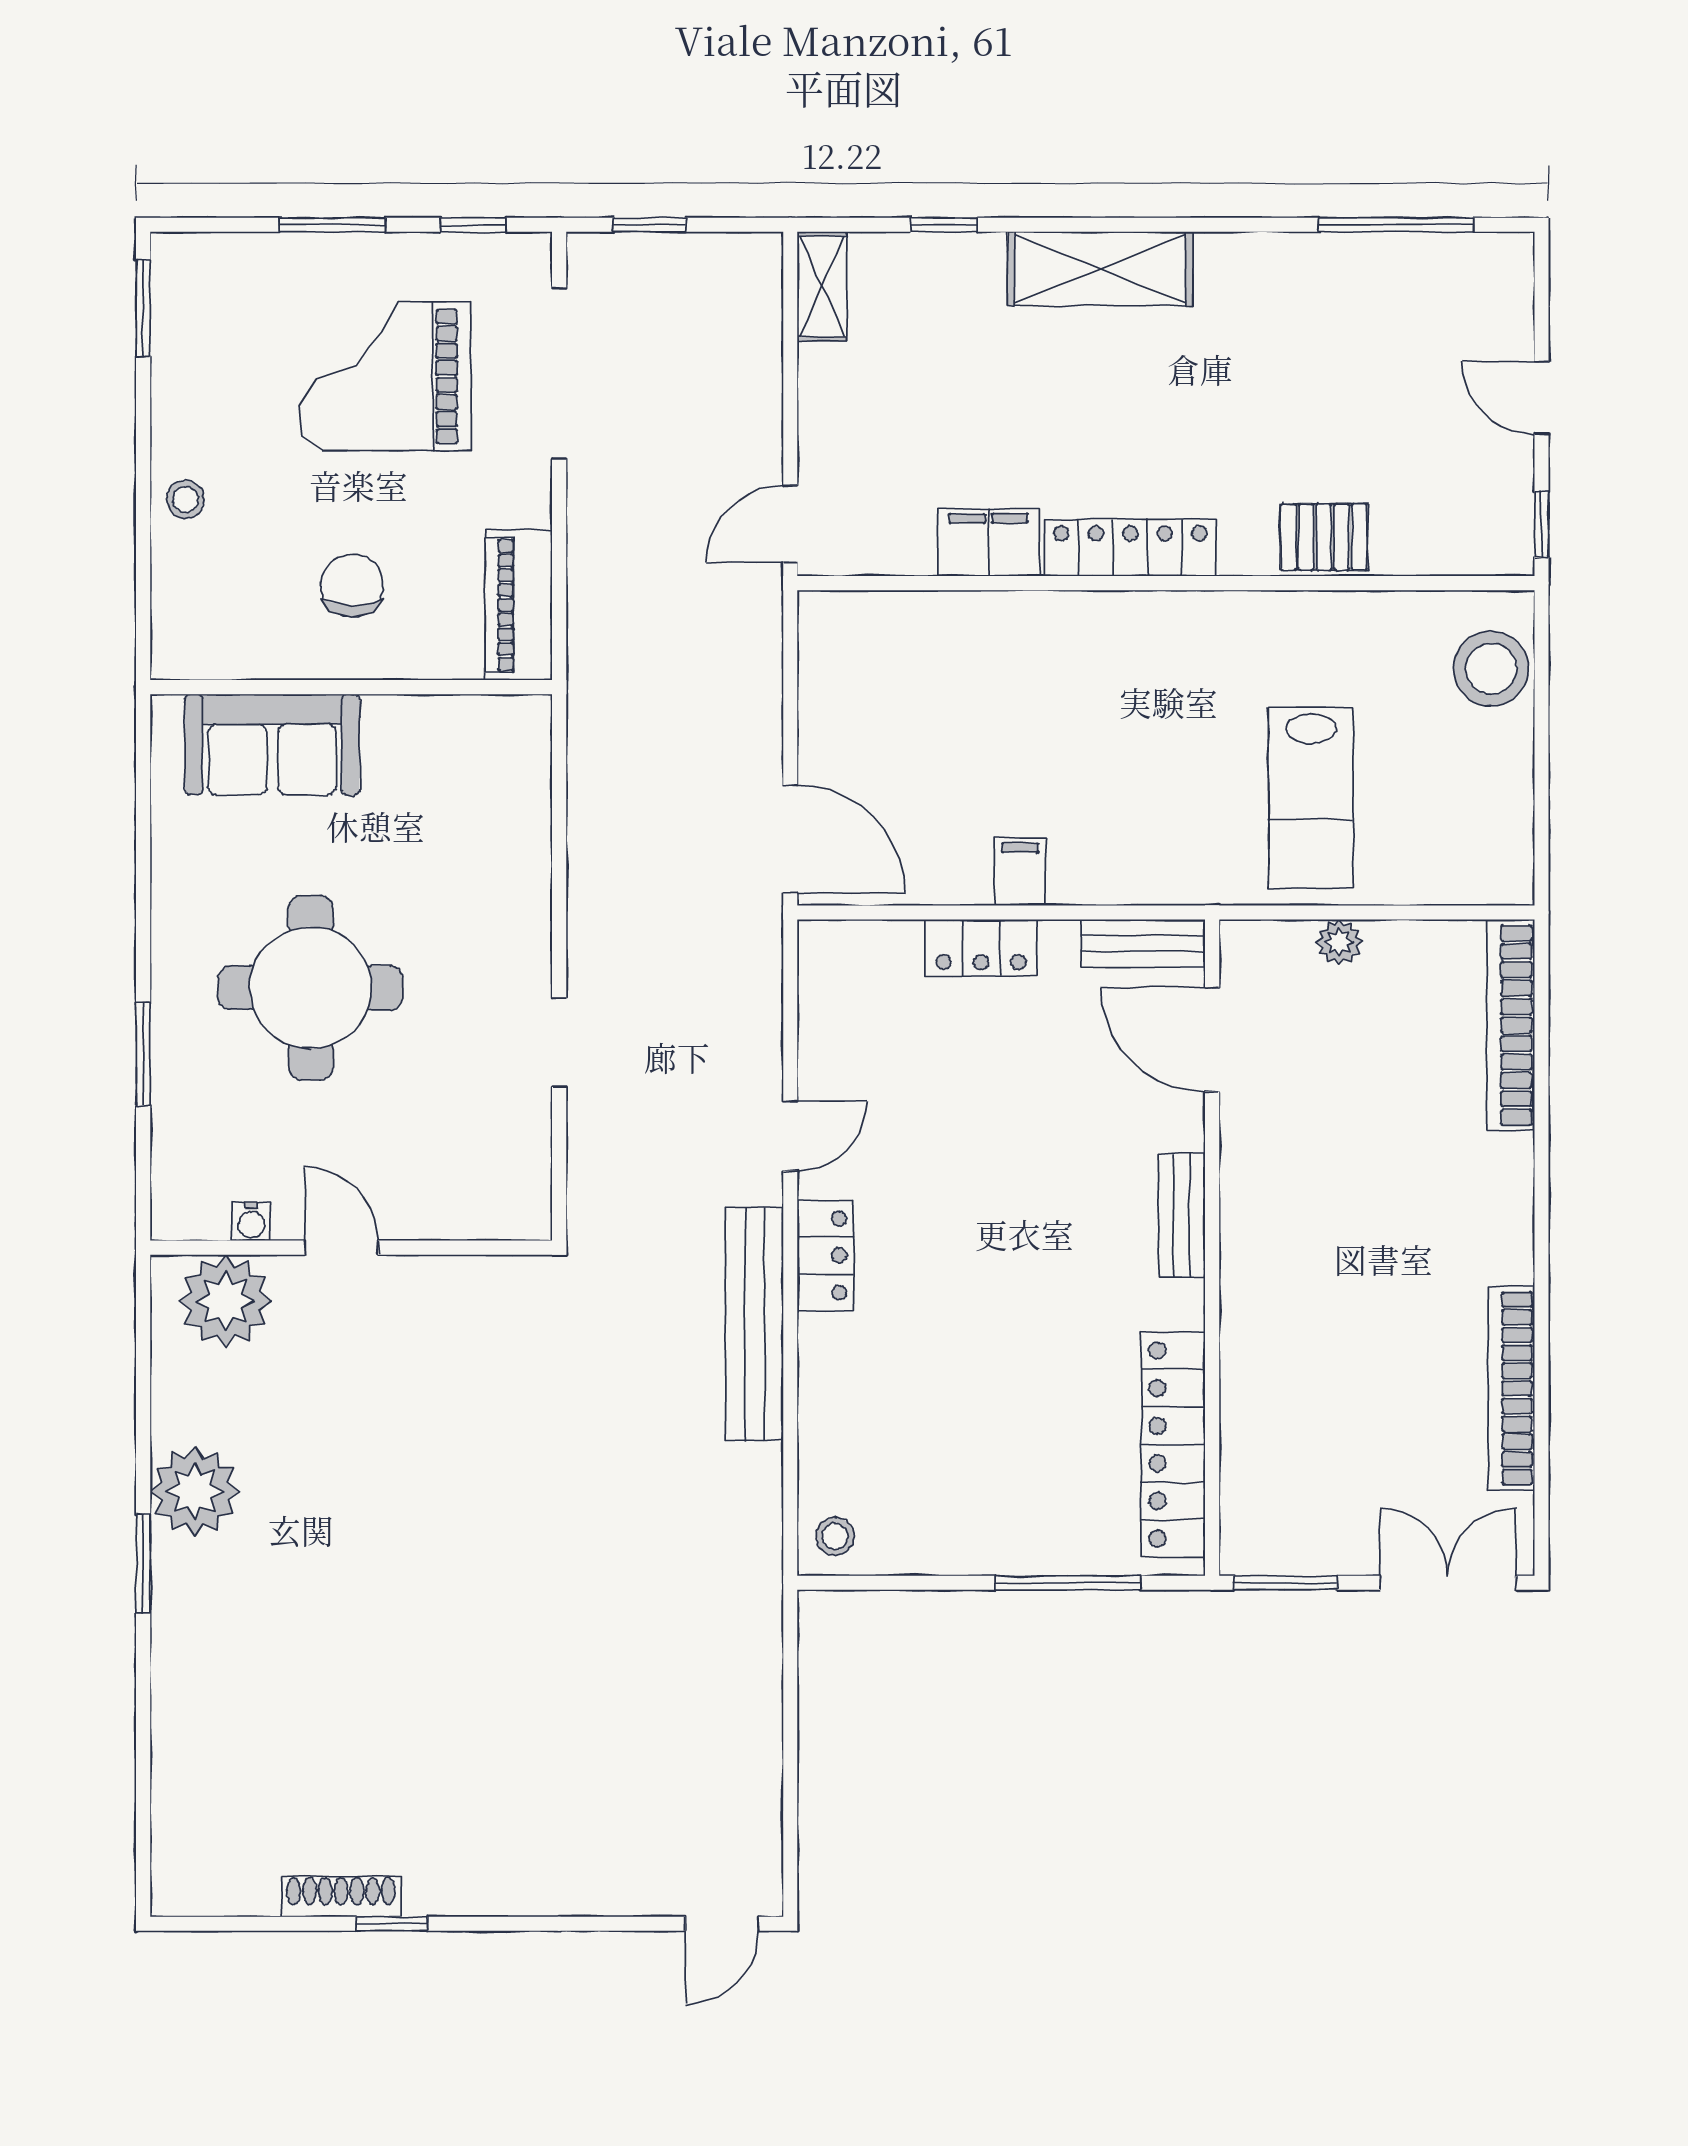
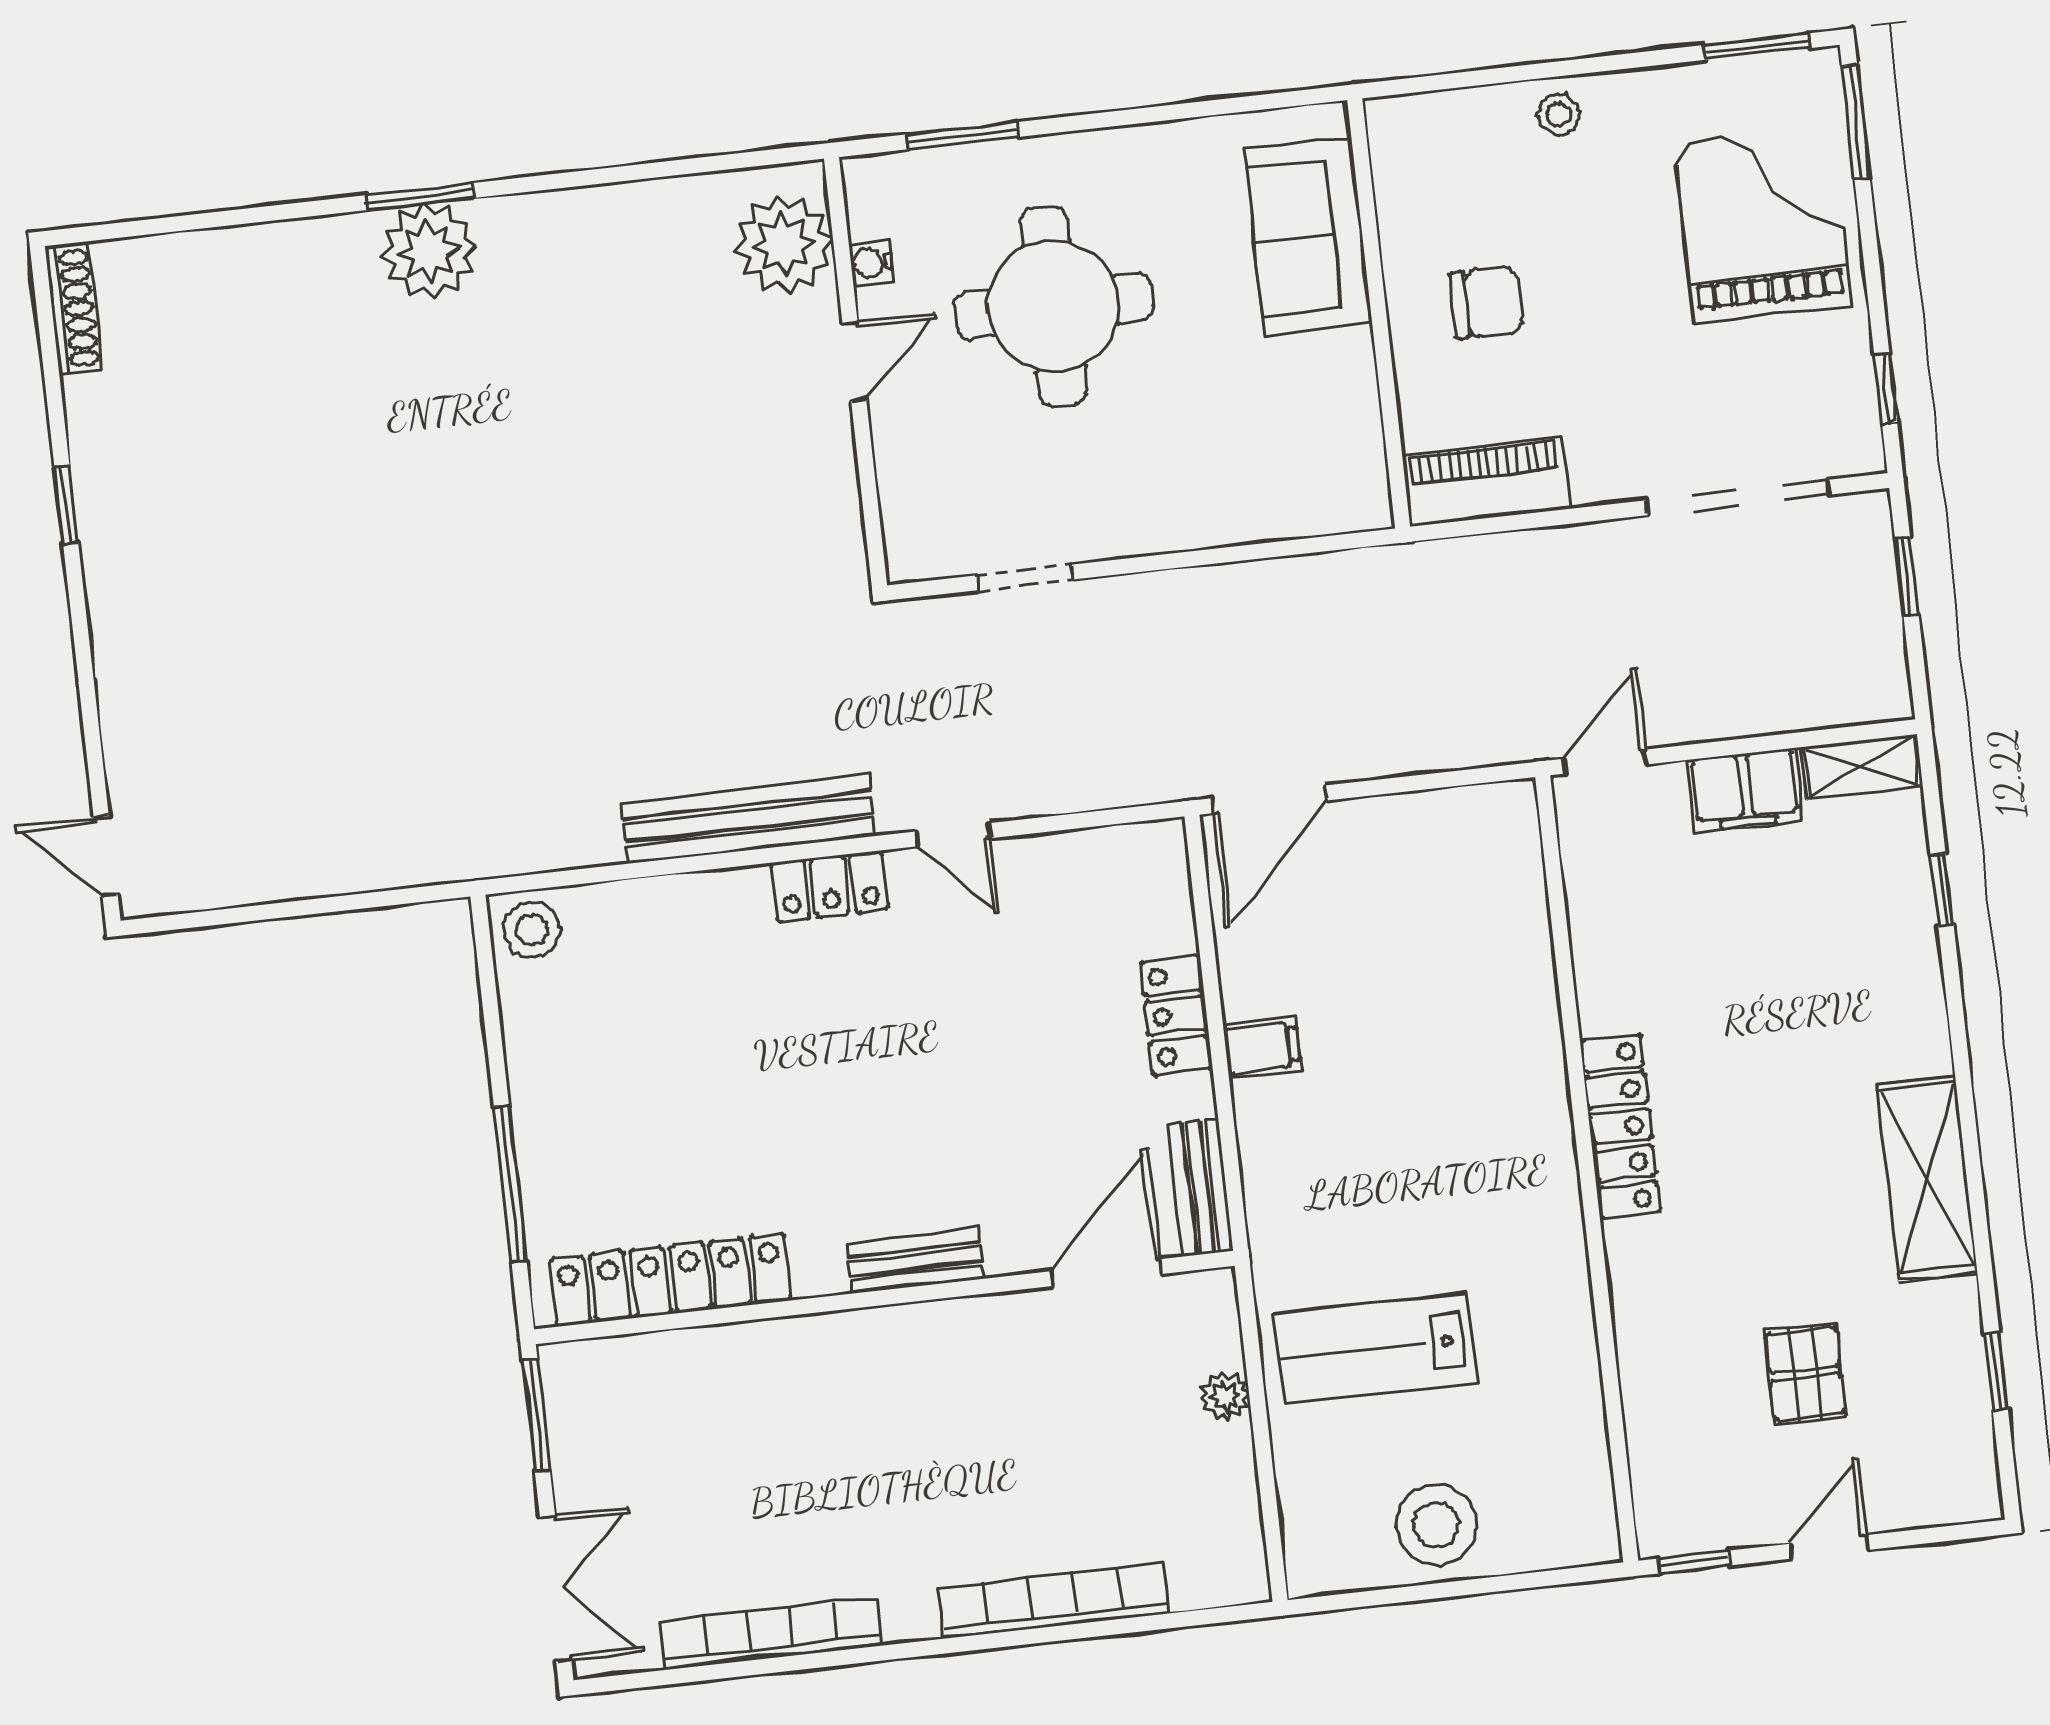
window: (332, 225) -> (1856, 122), moved
window: (1396, 225) -> (1996, 1371), width x0.46
shelving: (1100, 269) -> (1927, 1178), moved
grand piano: (385, 376) -> (1763, 223), moved
door: (790, 524) -> (1605, 762), hinge flipped
pallet: (1324, 537) -> (1805, 1374), moved
filing cabinet: (989, 542) -> (1745, 790), moved, turned 90
stool: (1491, 669) -> (1436, 1525), moved
bookcase: (1511, 1025) -> (1053, 1600), moved
water cooler: (251, 1221) -> (871, 262), moved
door: (341, 1248) -> (854, 362), moved
wall: (351, 1248) -> (855, 372), moved
plant: (225, 1301) -> (784, 244), moved
plant: (195, 1491) -> (429, 251), moved
stool: (835, 1536) -> (532, 930), width x1.37, depth x1.37
shoe rack: (341, 1896) -> (74, 309), moved

